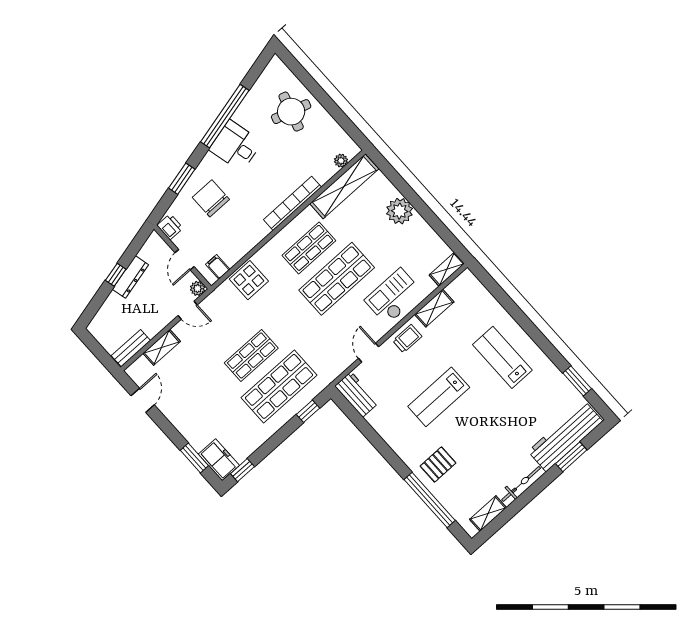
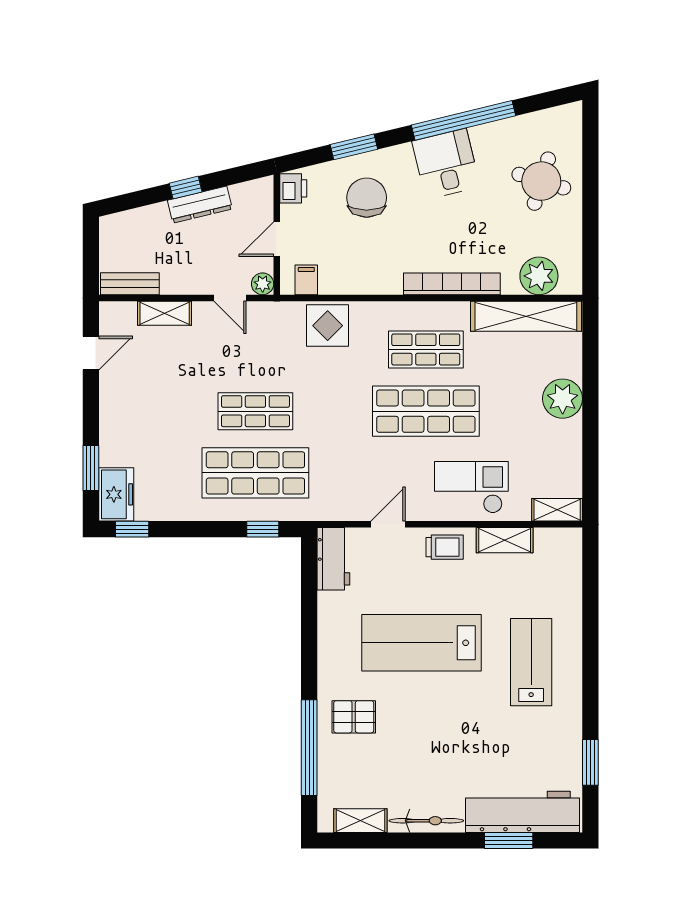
plant: (341, 161) -> (539, 276), width x1.88, depth x1.88
lab bench: (439, 397) -> (422, 643), width x1.36, depth x1.39

